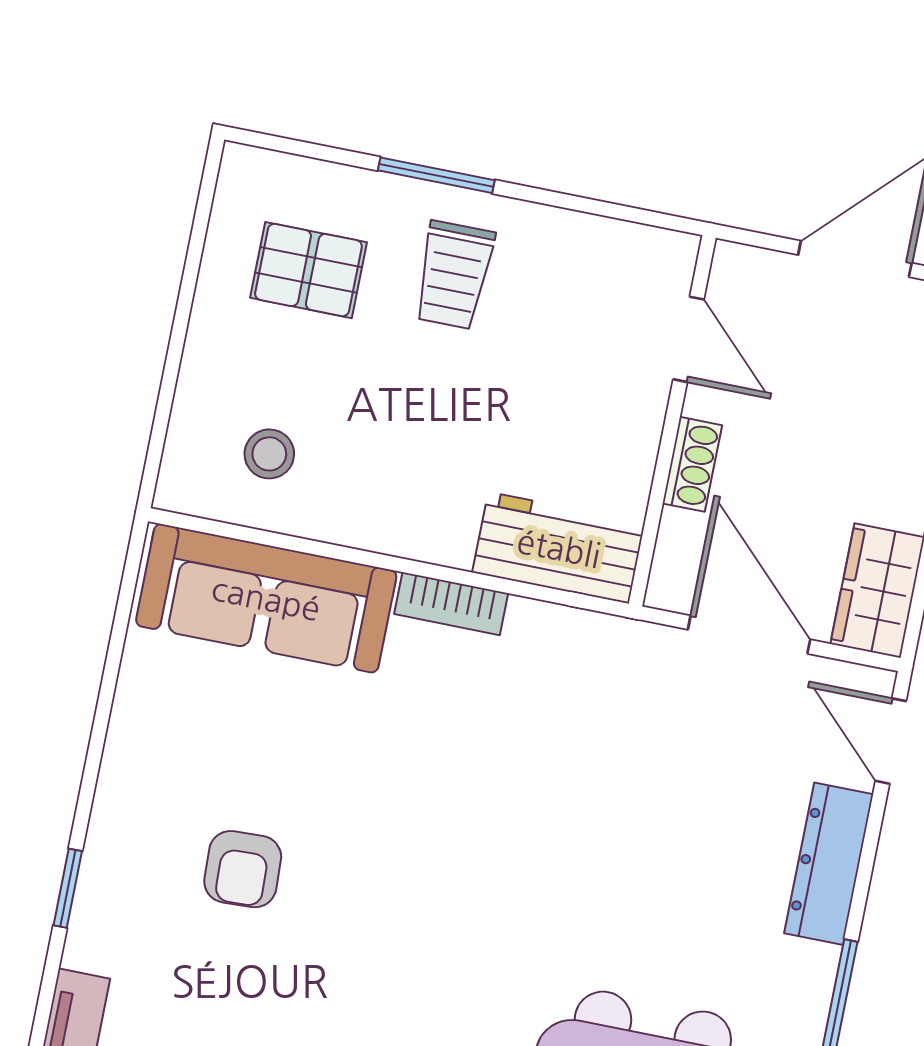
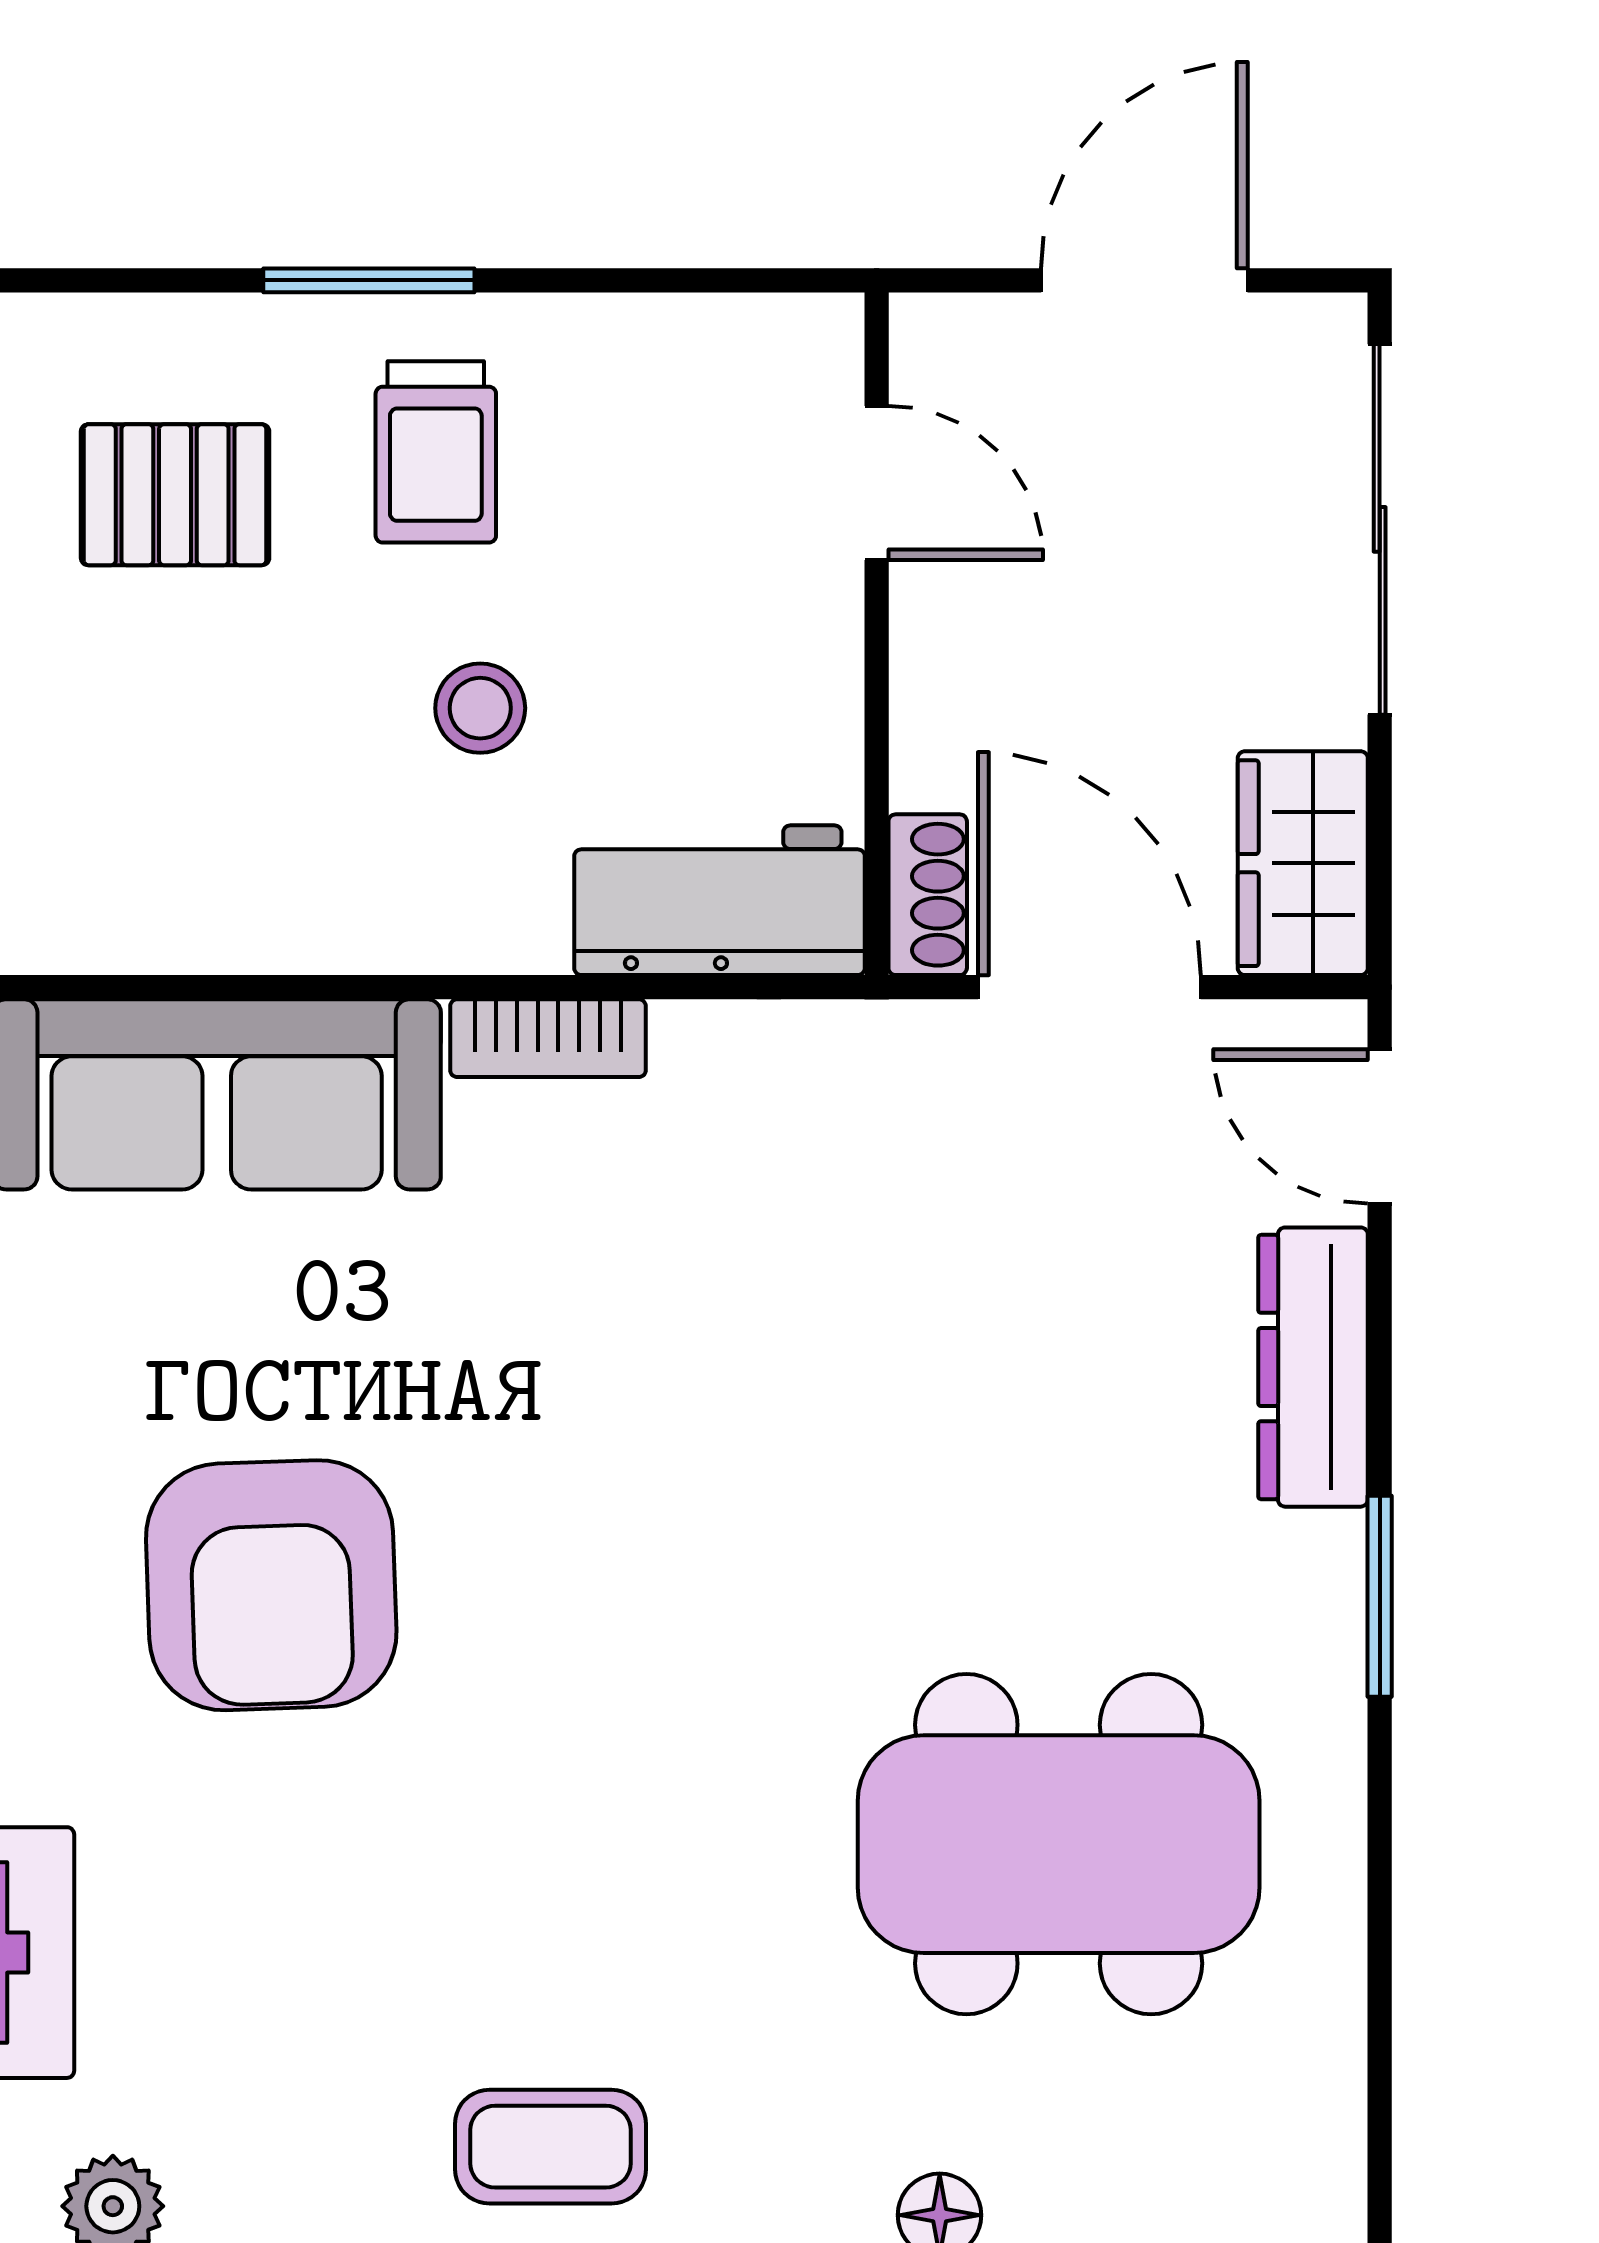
stool: (269, 454) -> (480, 708), moved
shoe rack: (692, 464) -> (928, 895), moved
armchair: (243, 869) -> (271, 1585), width x1.88, depth x1.88

